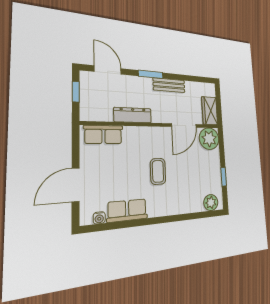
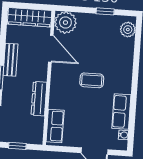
wardrobe: (210, 111) -> (30, 17), width x1.50

